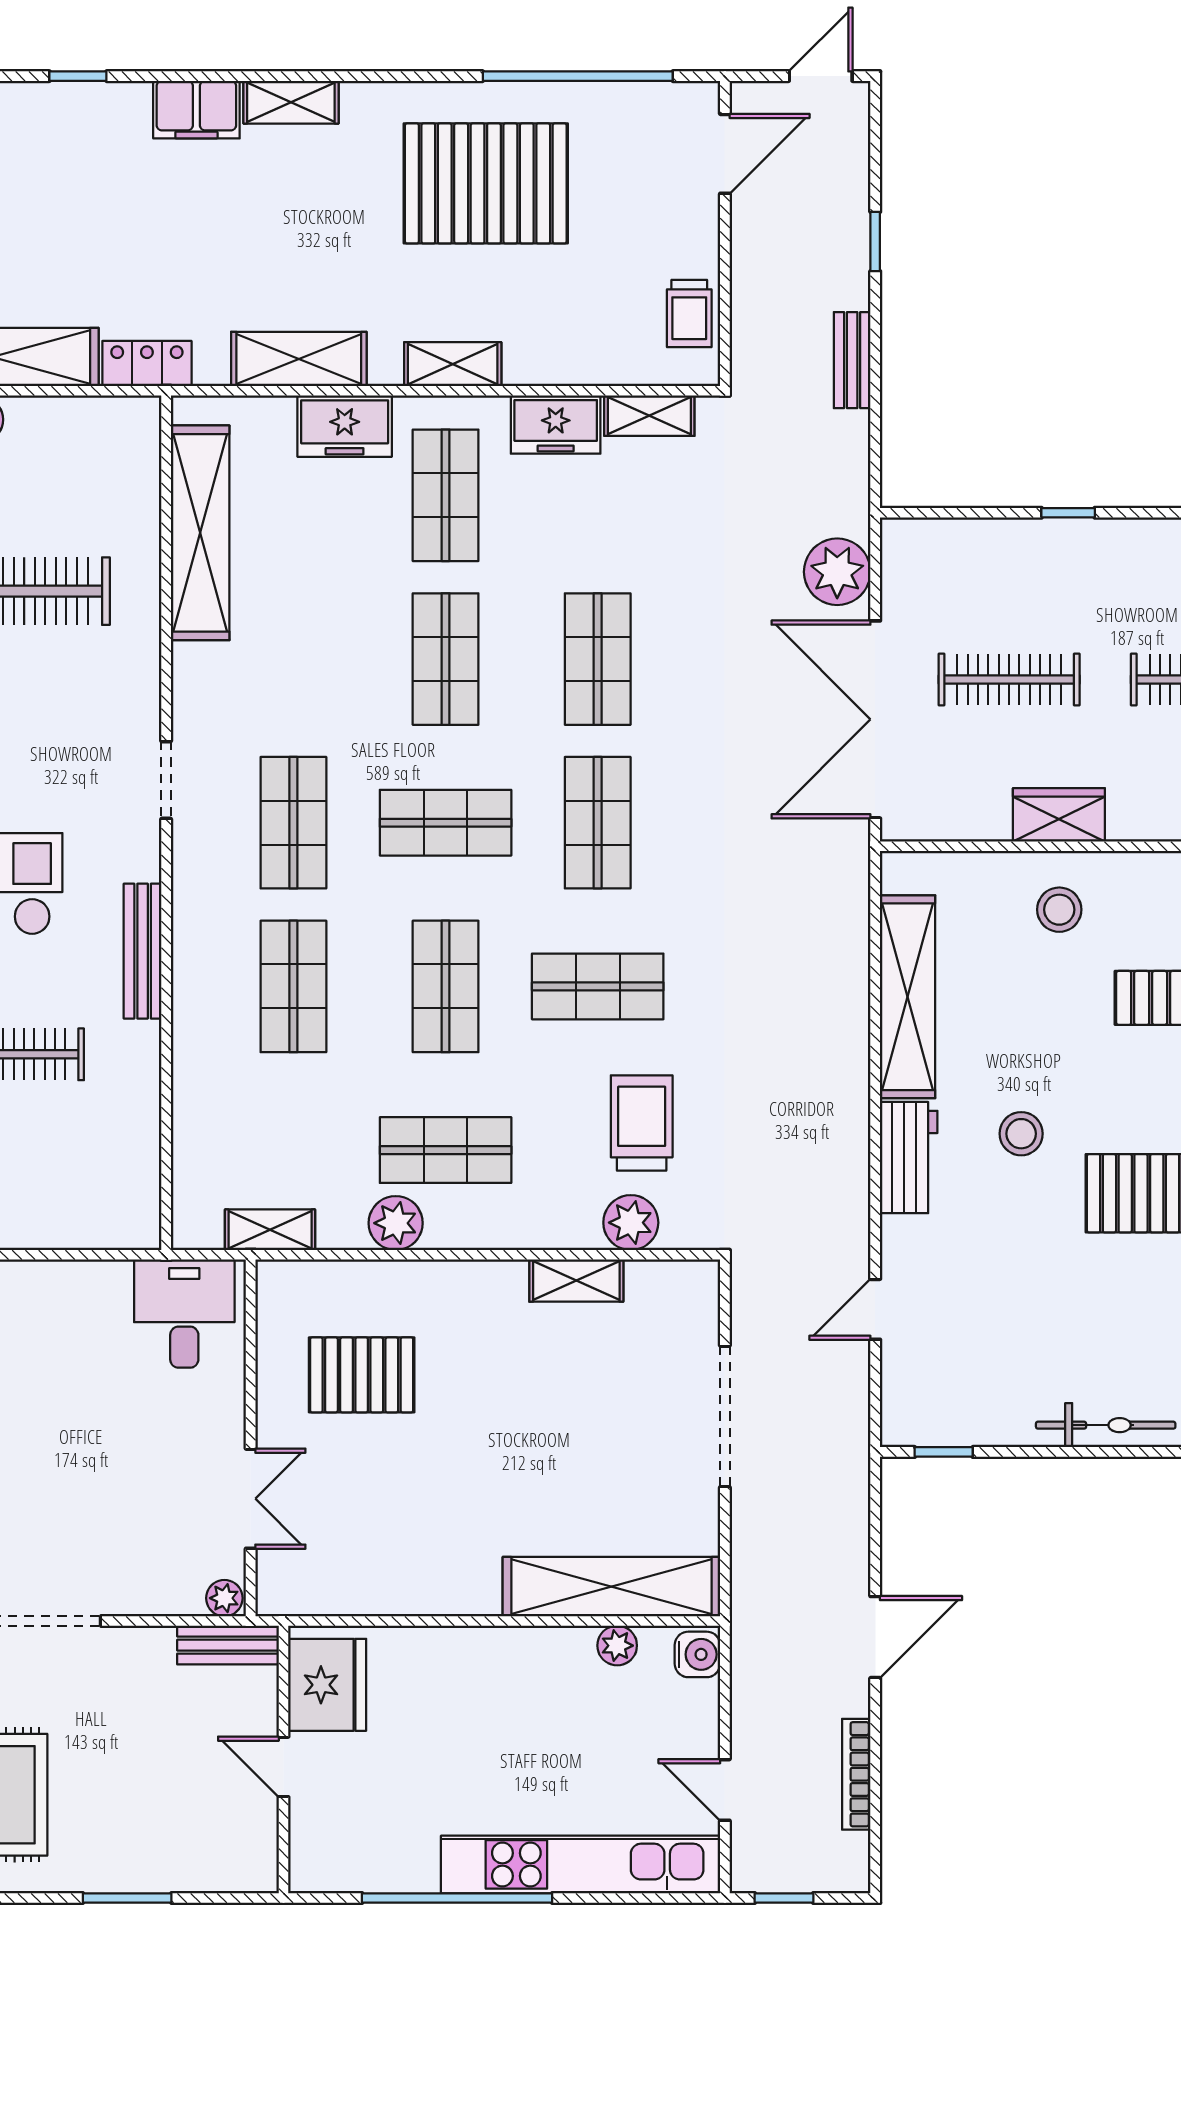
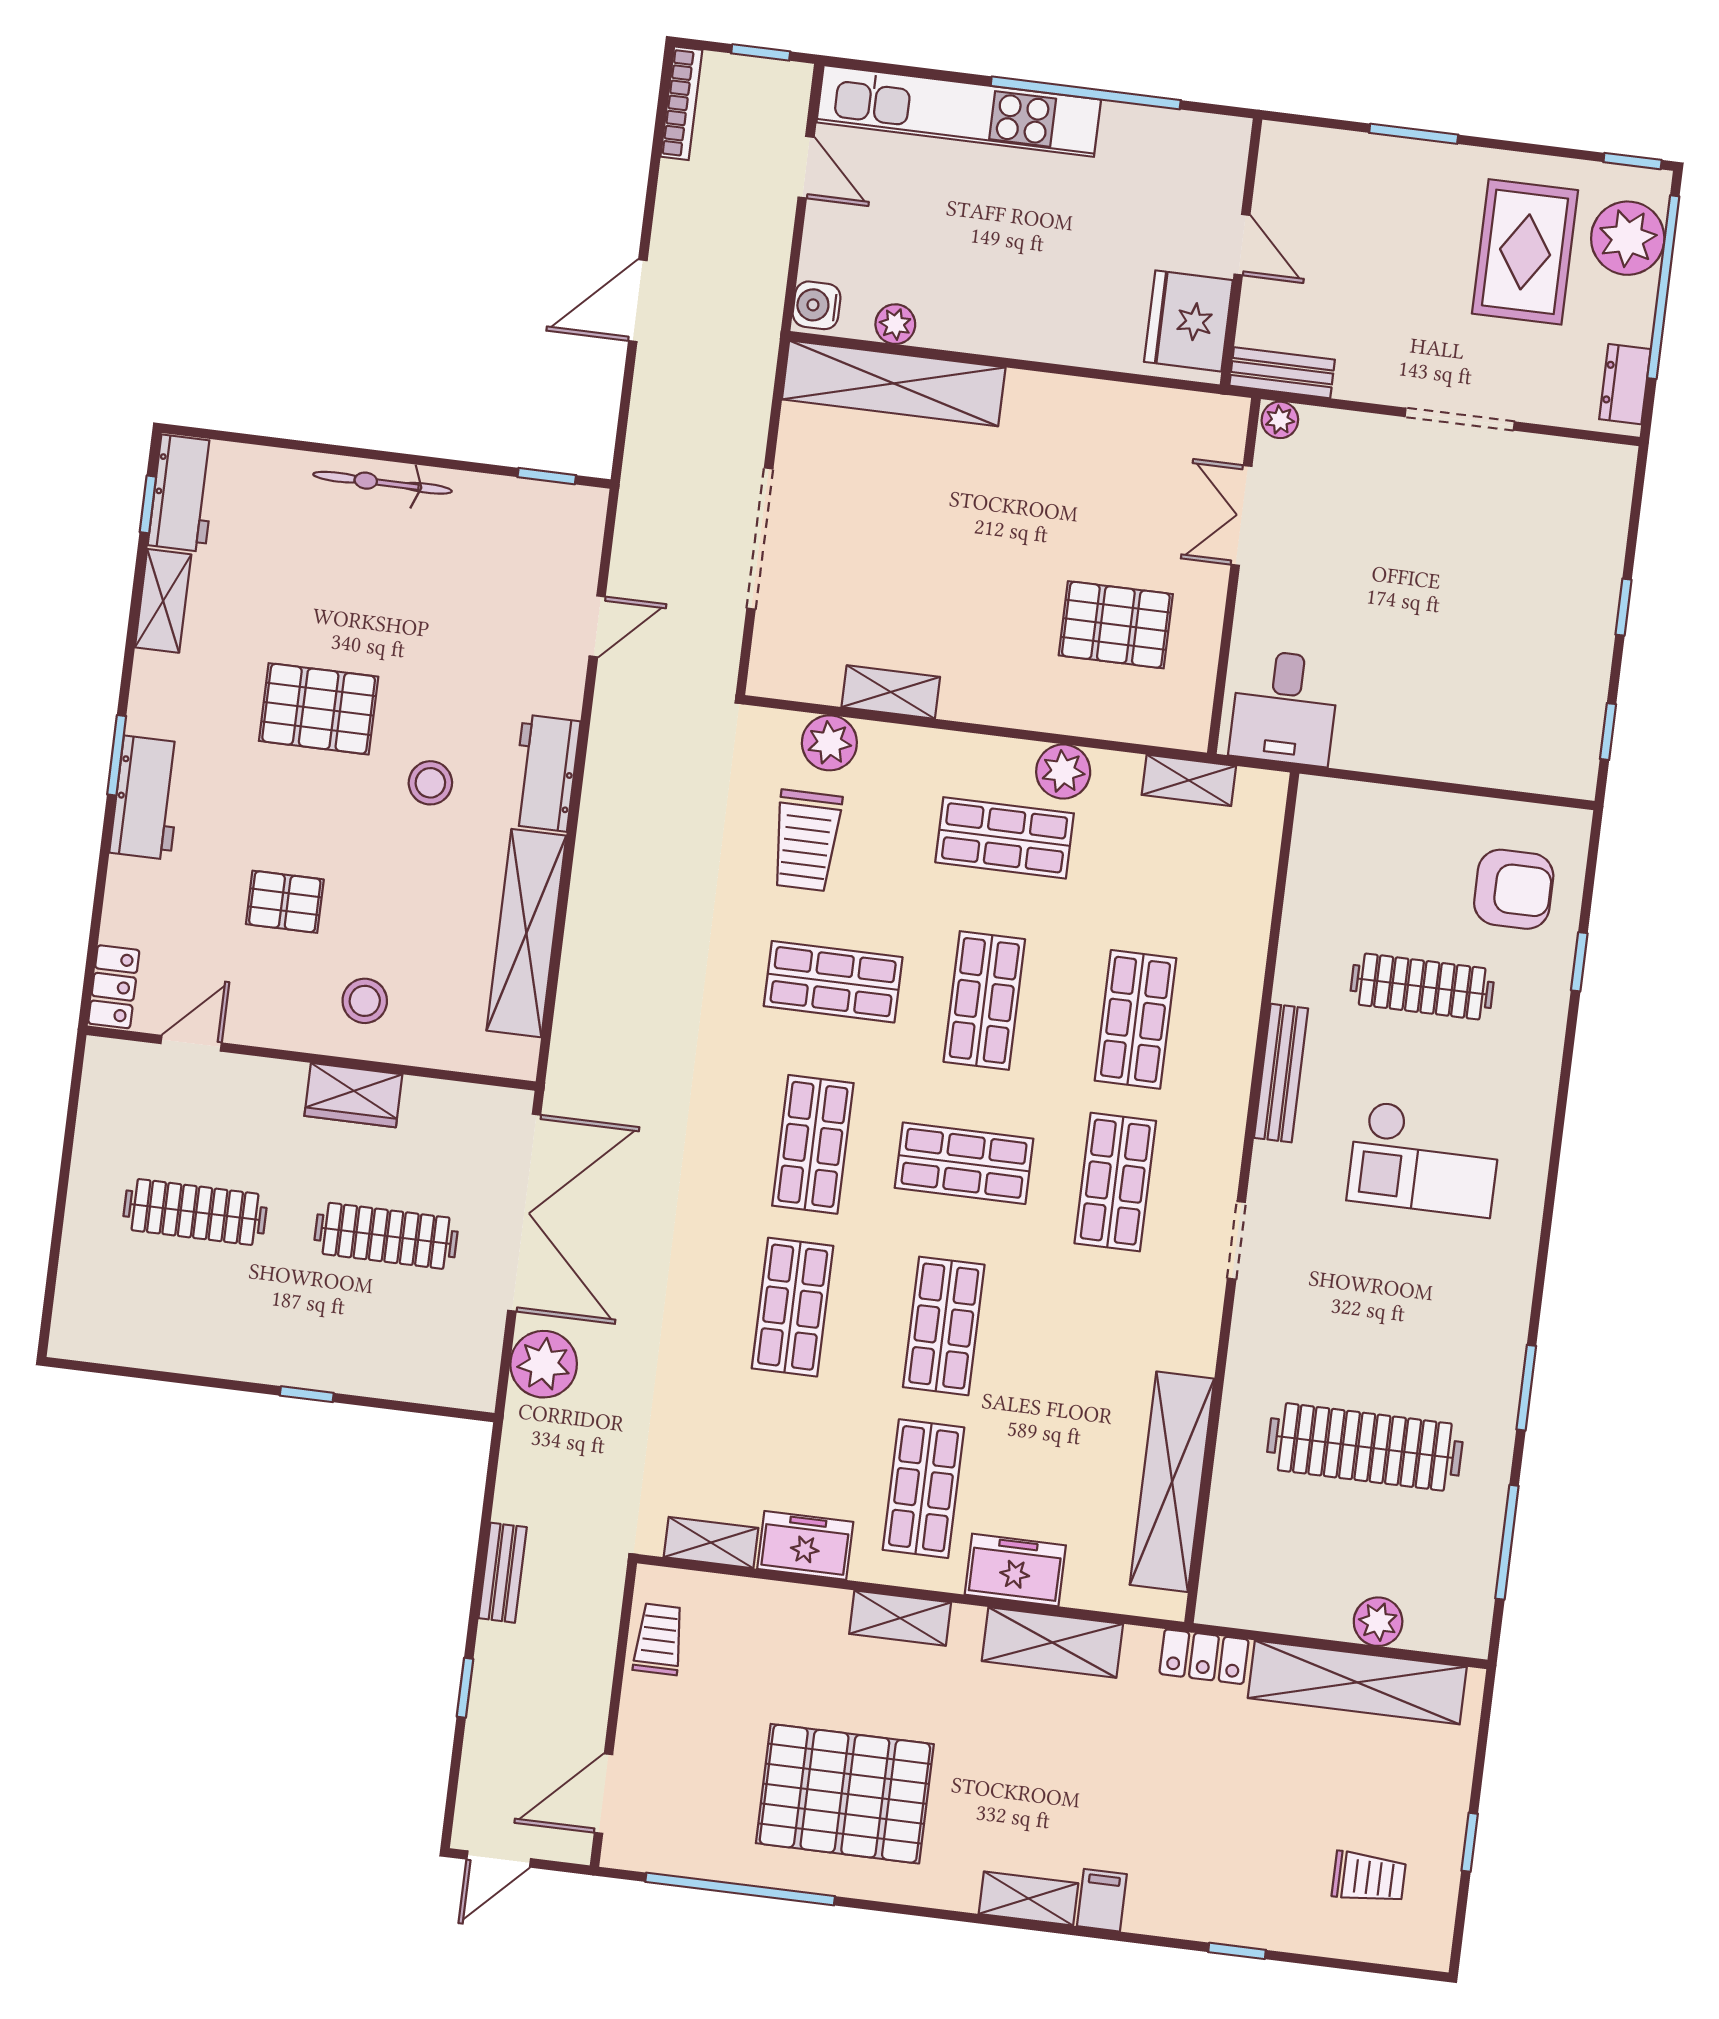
filing cabinet: (196, 110) -> (1102, 1900), width x0.50
bookcase: (856, 1774) -> (681, 103), moved

